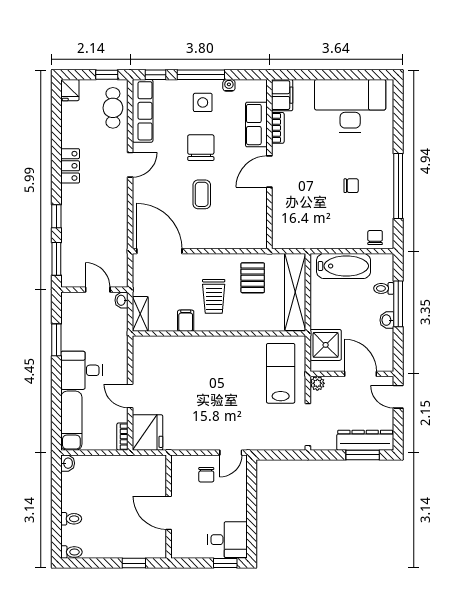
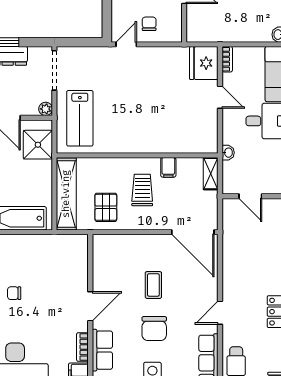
washbasin: (122, 300) -> (228, 153), moved

